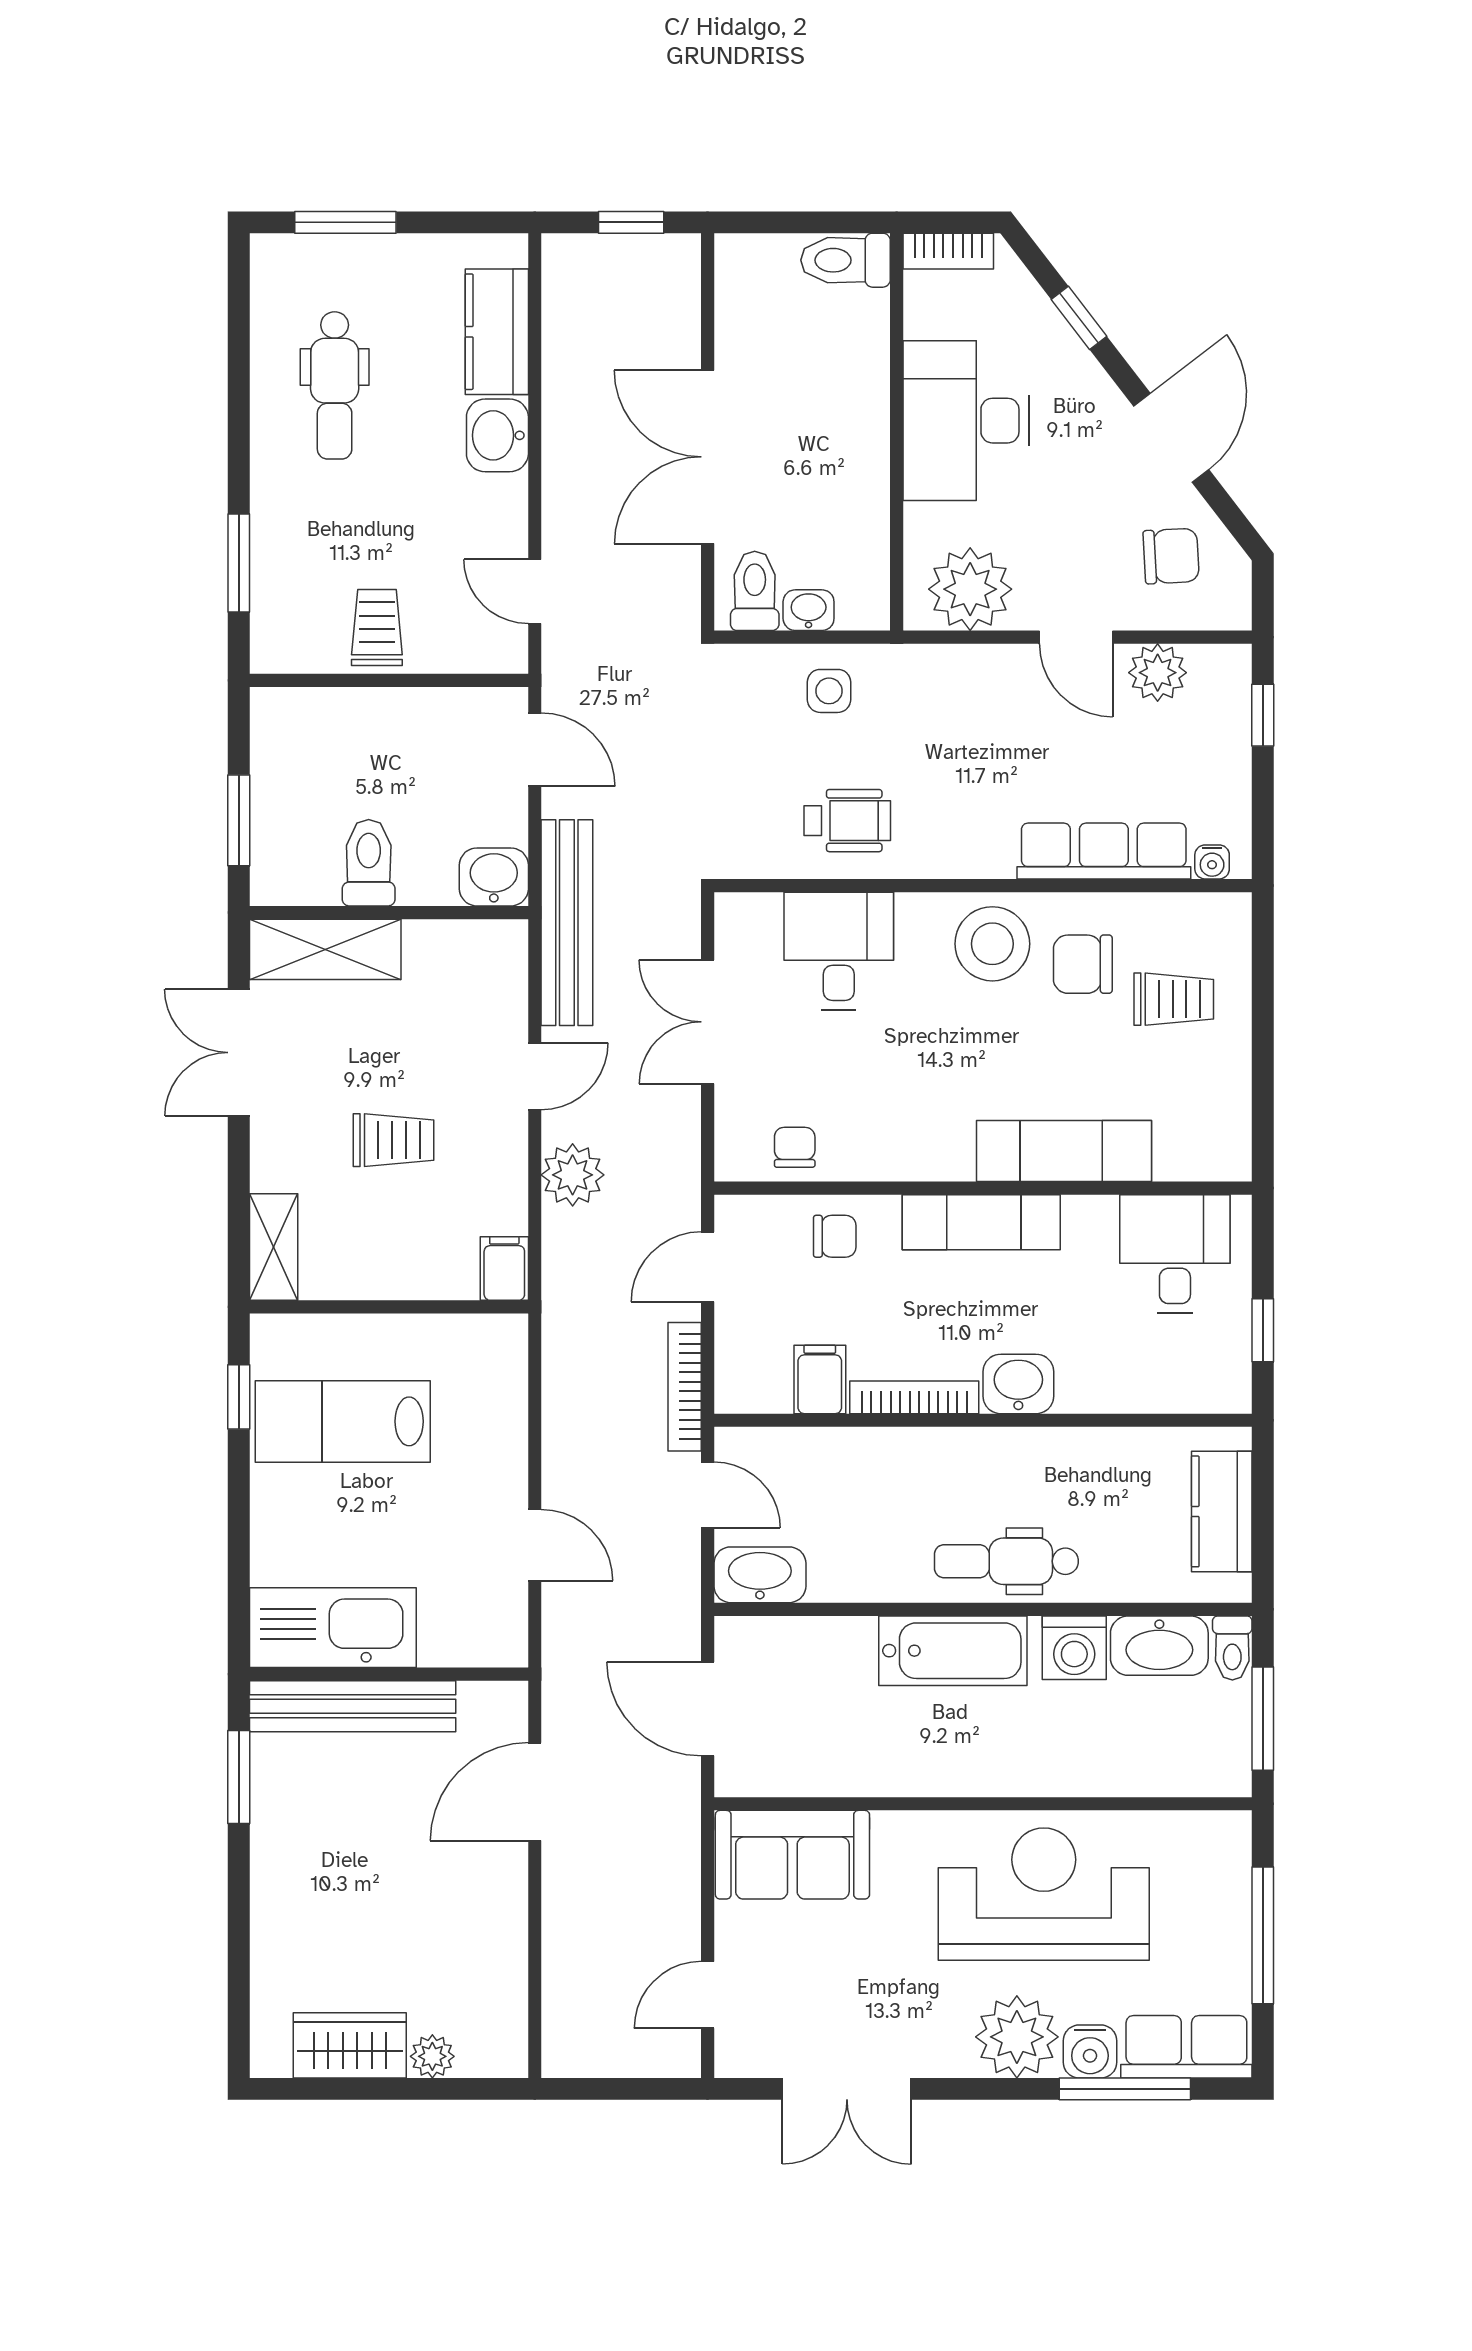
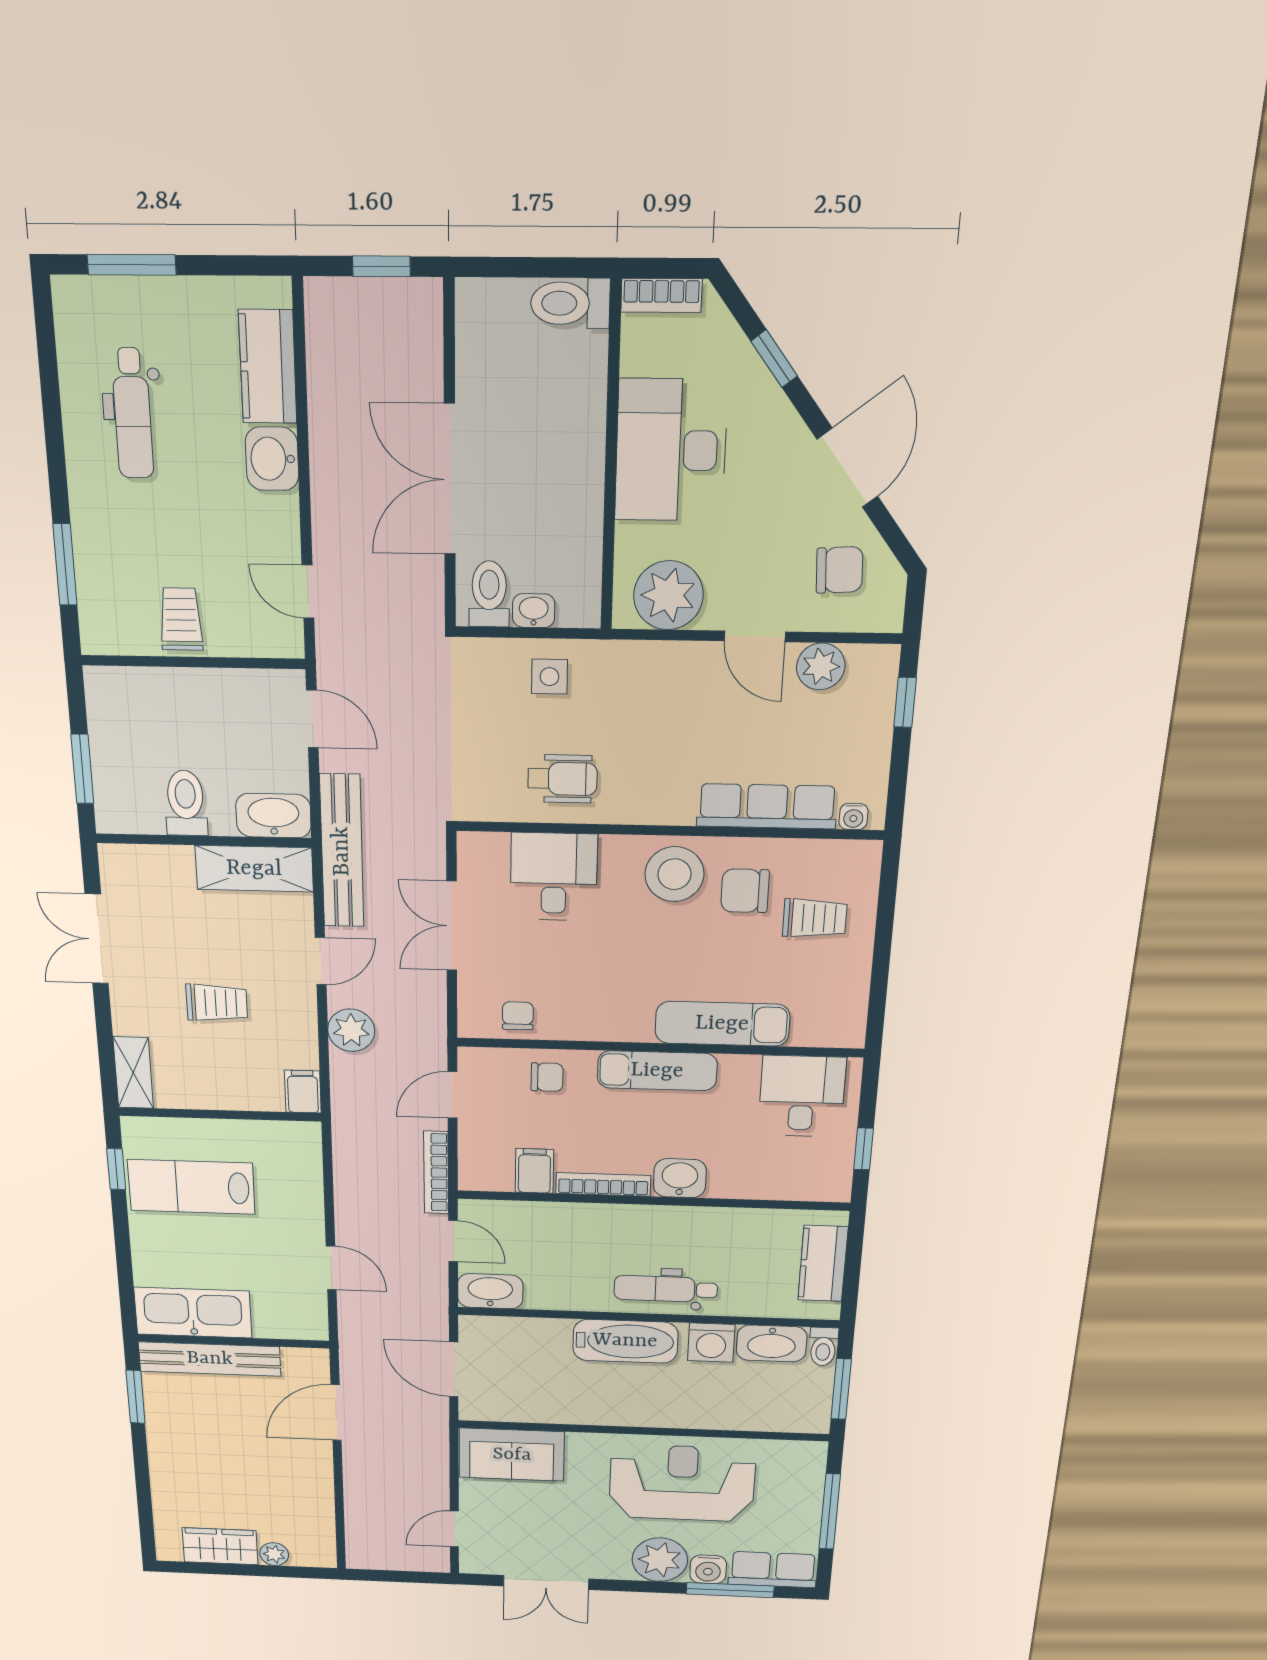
washbasin: (494, 877) -> (273, 816), width x1.38
shelving: (325, 949) -> (254, 869), moved

